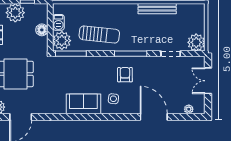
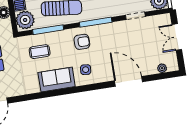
window: (71, 54) -> (48, 30), moved
coffee table: (71, 74) -> (40, 52), added
armchair: (125, 75) -> (82, 42), moved, turned 90

